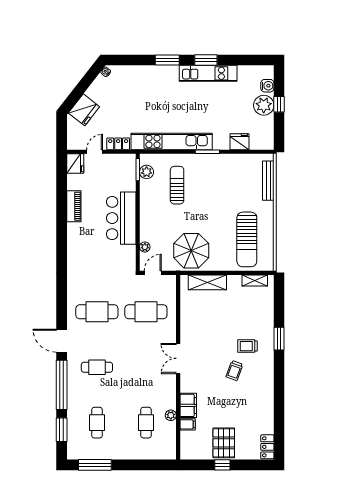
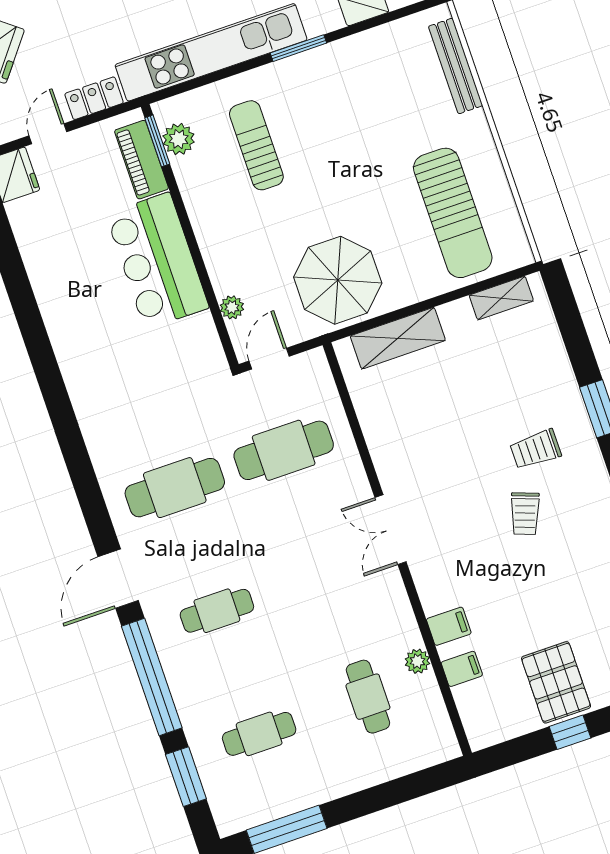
piano: (74, 206) -> (141, 160), moved, turned 180
door: (62, 341) -> (118, 579), hinge flipped
filing cabinet: (188, 405) -> (449, 626), width x0.50
cafe table: (97, 423) -> (259, 734), turned 90

